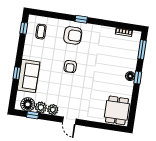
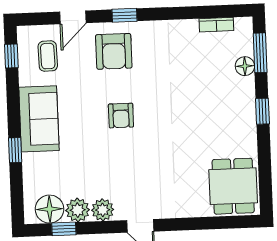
door: (56, 15) -> (73, 17), added
armchair: (73, 35) -> (114, 51), turned 90
sofa: (29, 76) -> (39, 119), moved
floor lamp: (130, 76) -> (245, 66), moved

